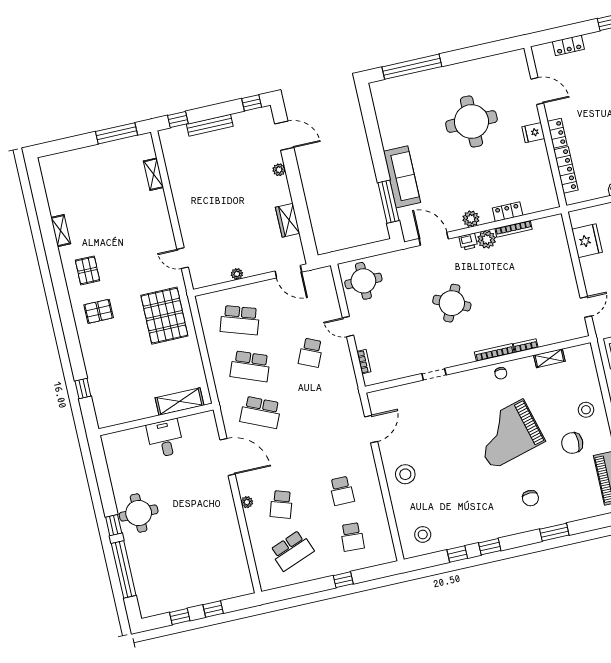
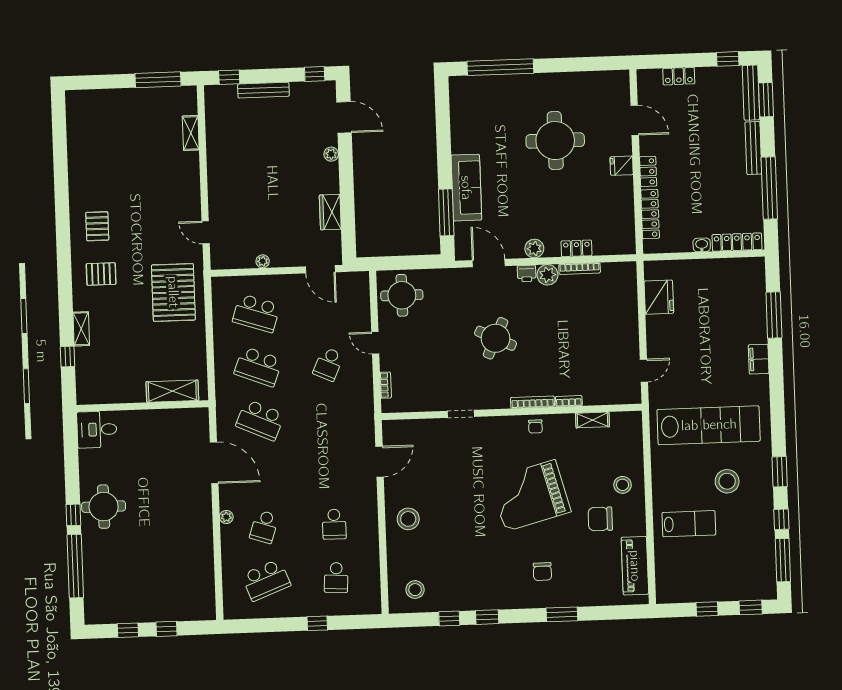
shelving: (61, 231) -> (81, 329), moved
desk: (165, 438) -> (97, 429), moved, turned -90

